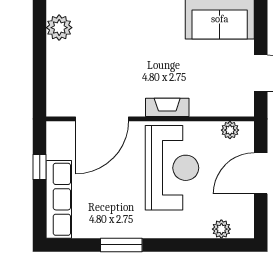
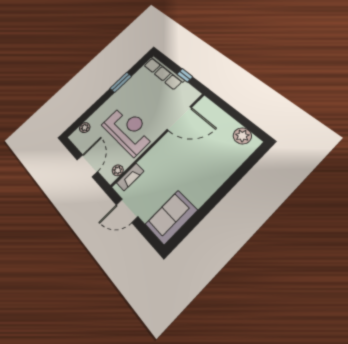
fireplace: (167, 107) -> (130, 177), moved
door: (102, 119) -> (179, 118), swing flipped
reception desk: (172, 168) -> (129, 130), turned 180

